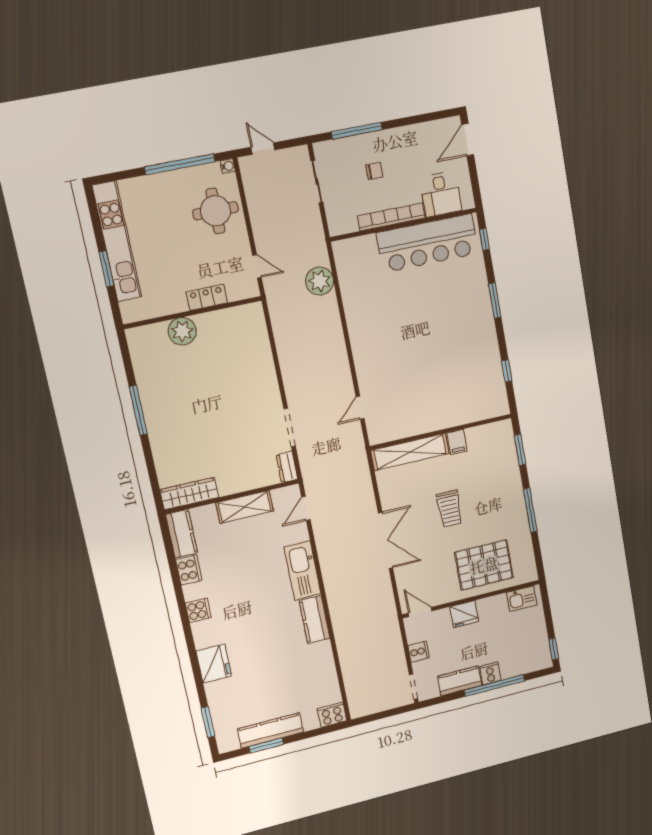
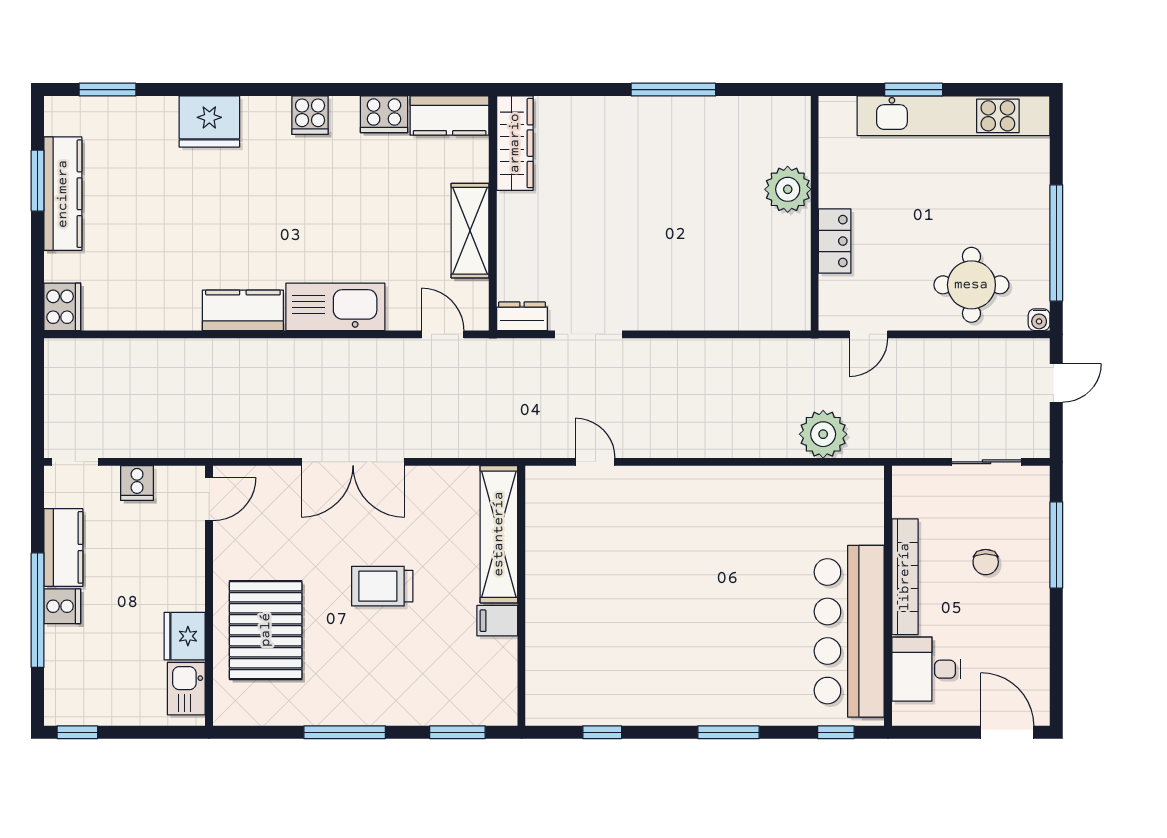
fridge: (464, 614) -> (185, 636), moved

